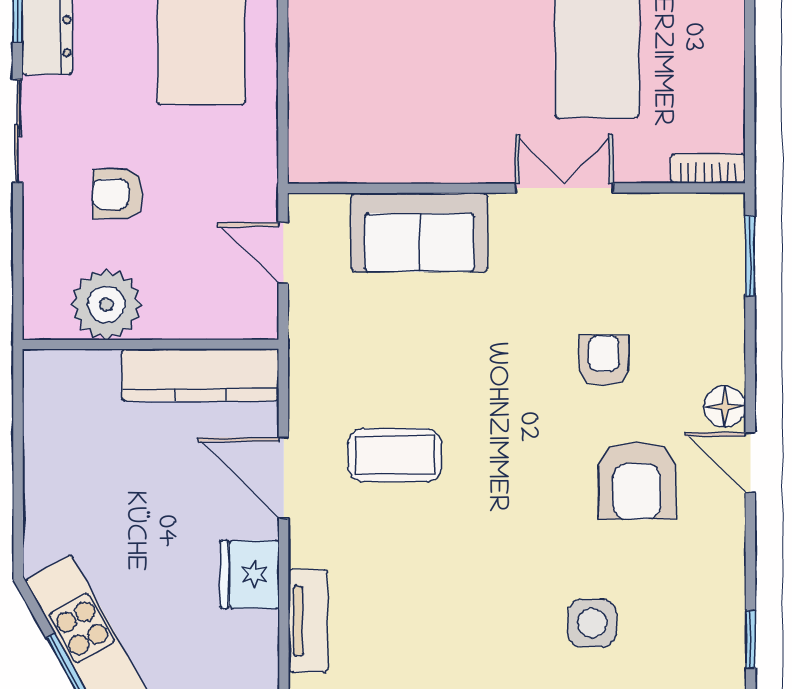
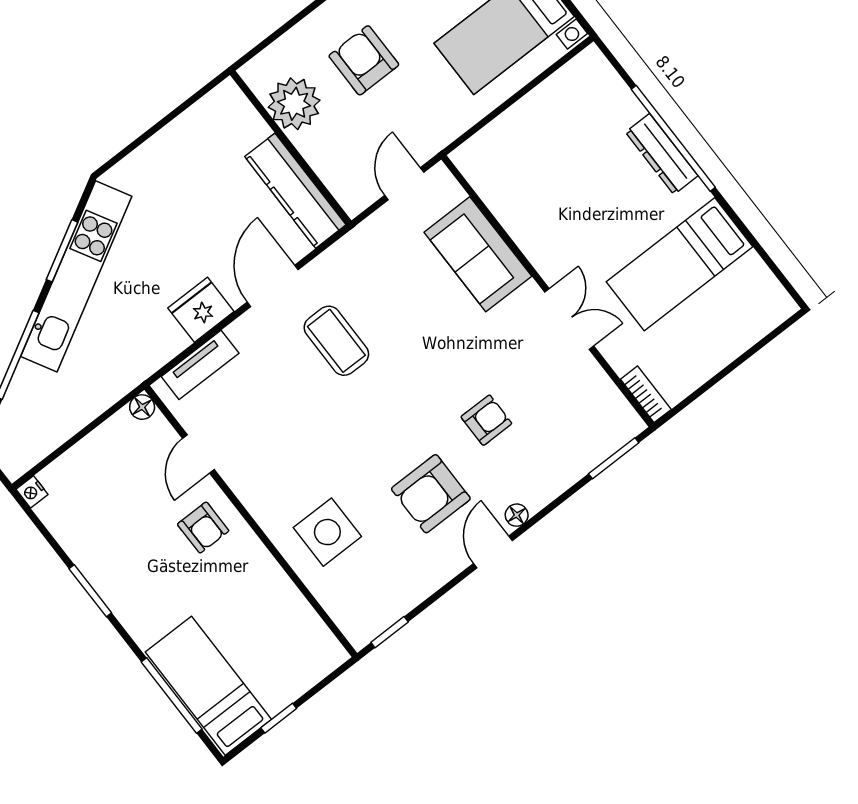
armchair: (118, 194) -> (364, 60), width x1.38, depth x1.38
floor lamp: (725, 406) -> (517, 515), width x0.73, depth x0.73
side table: (592, 623) -> (327, 532), width x1.37, depth x1.37

